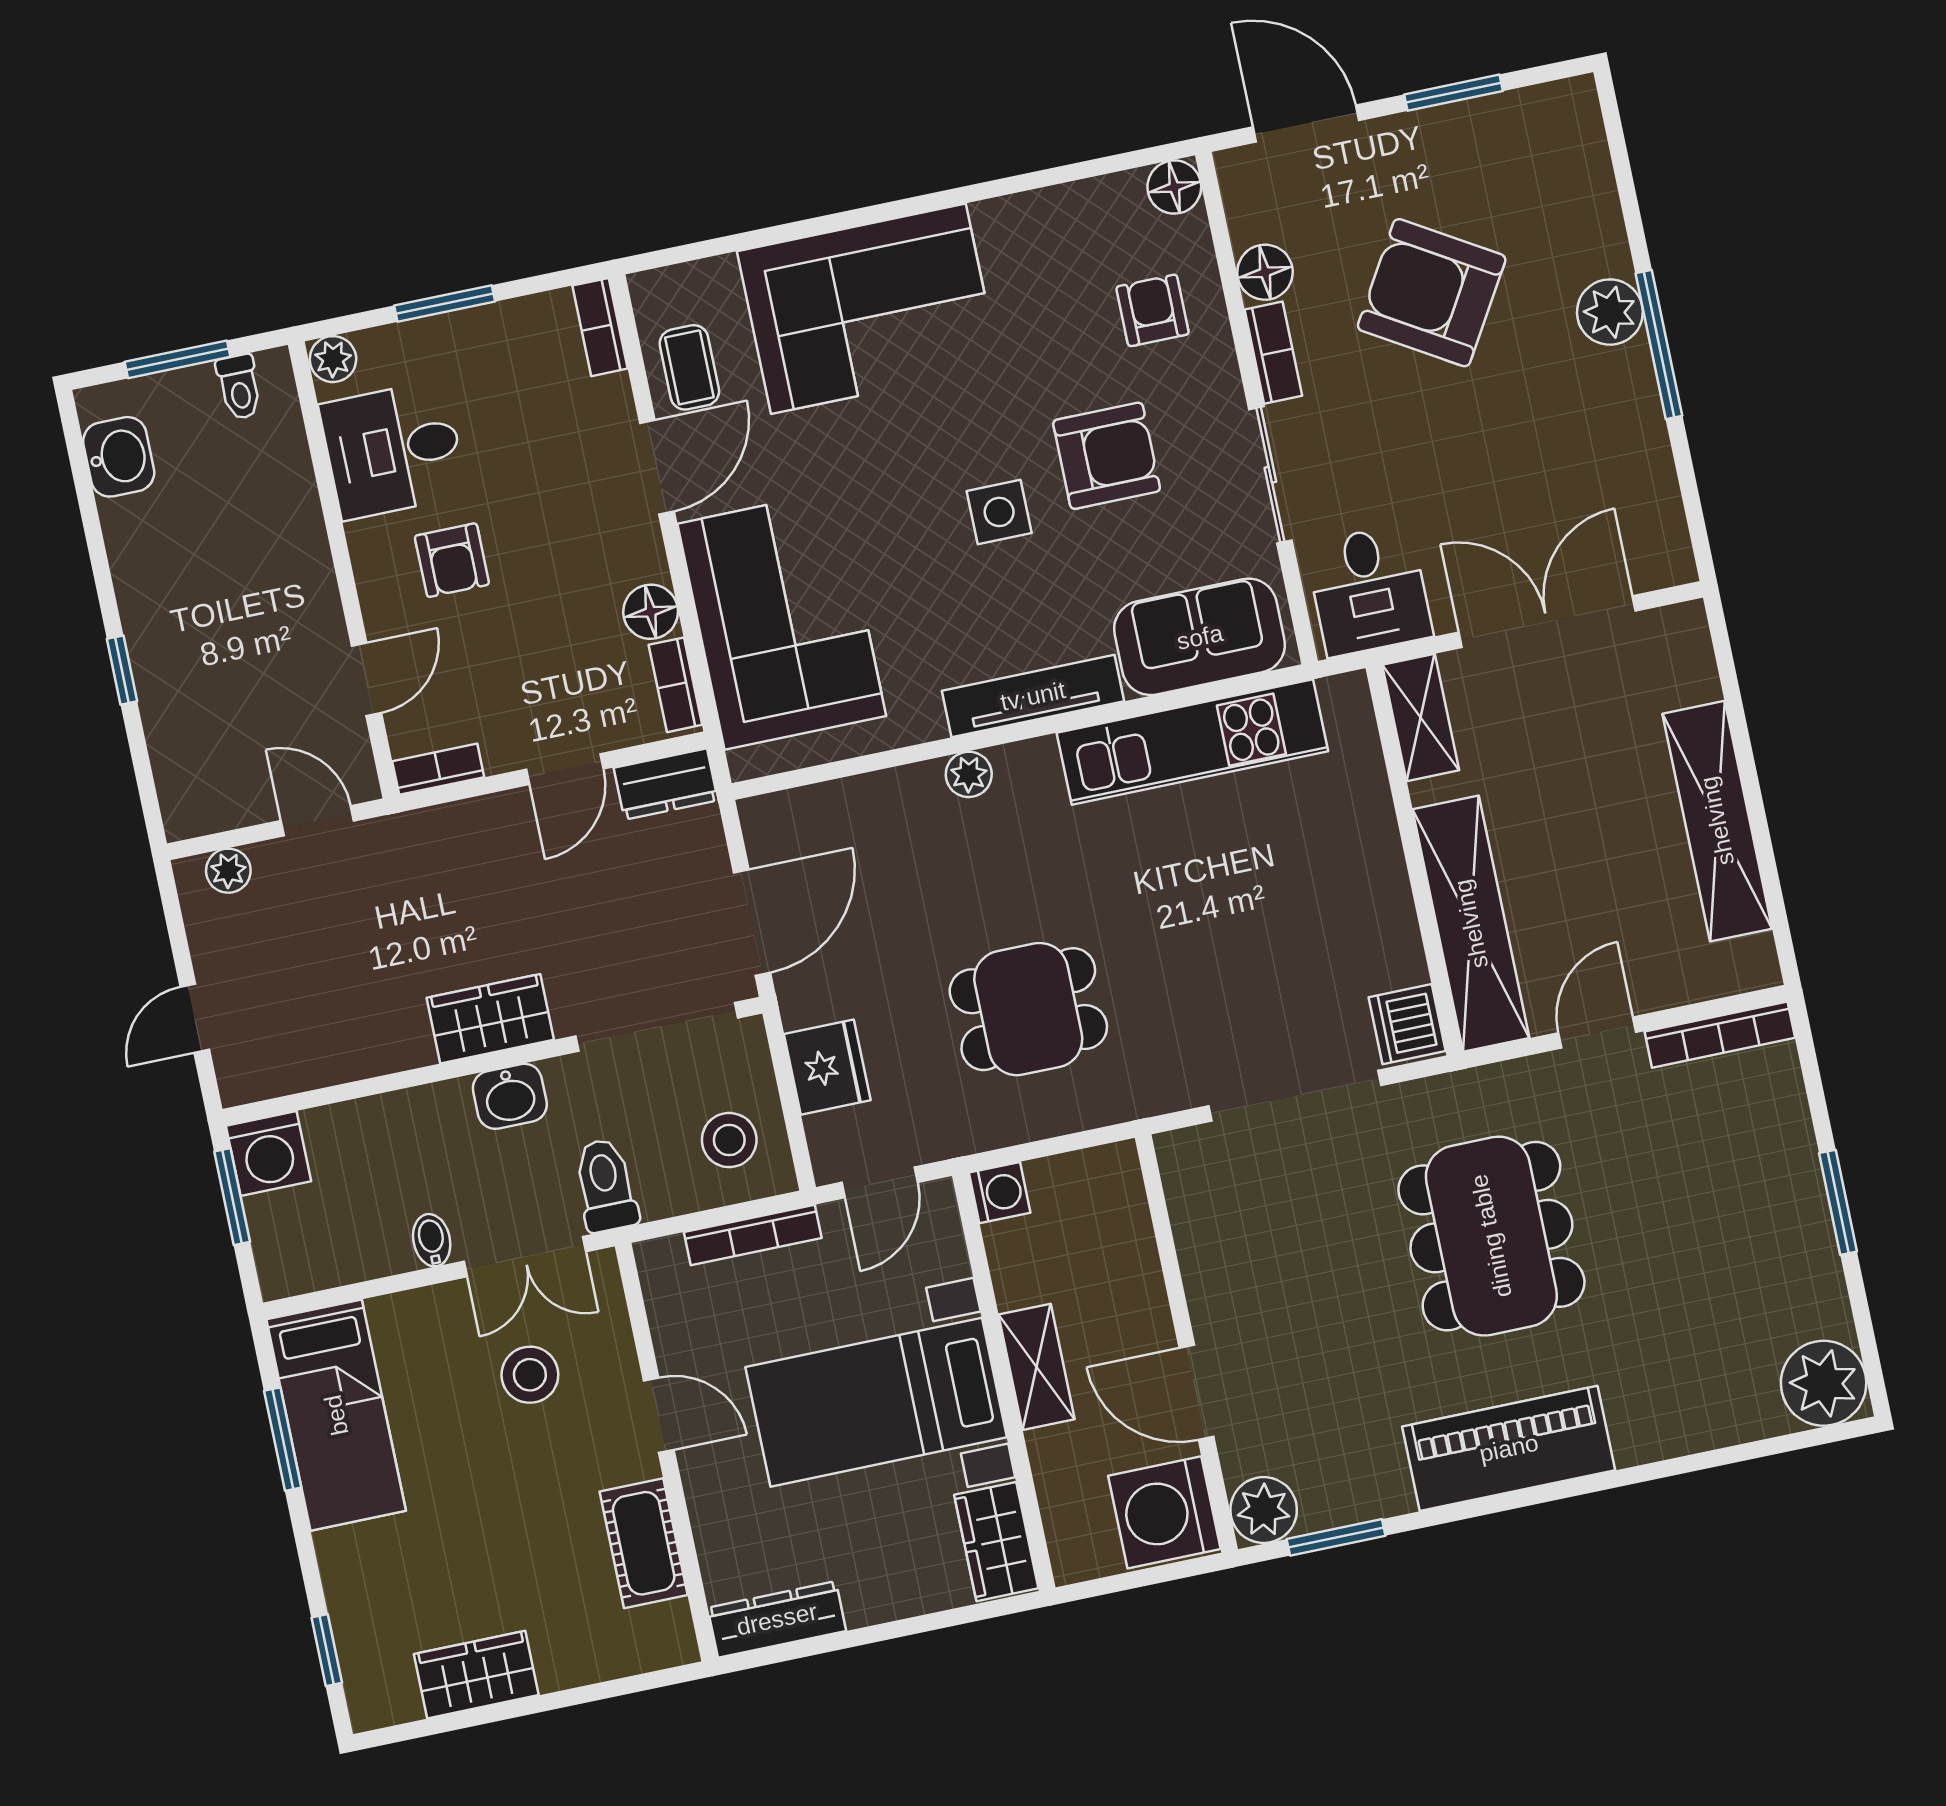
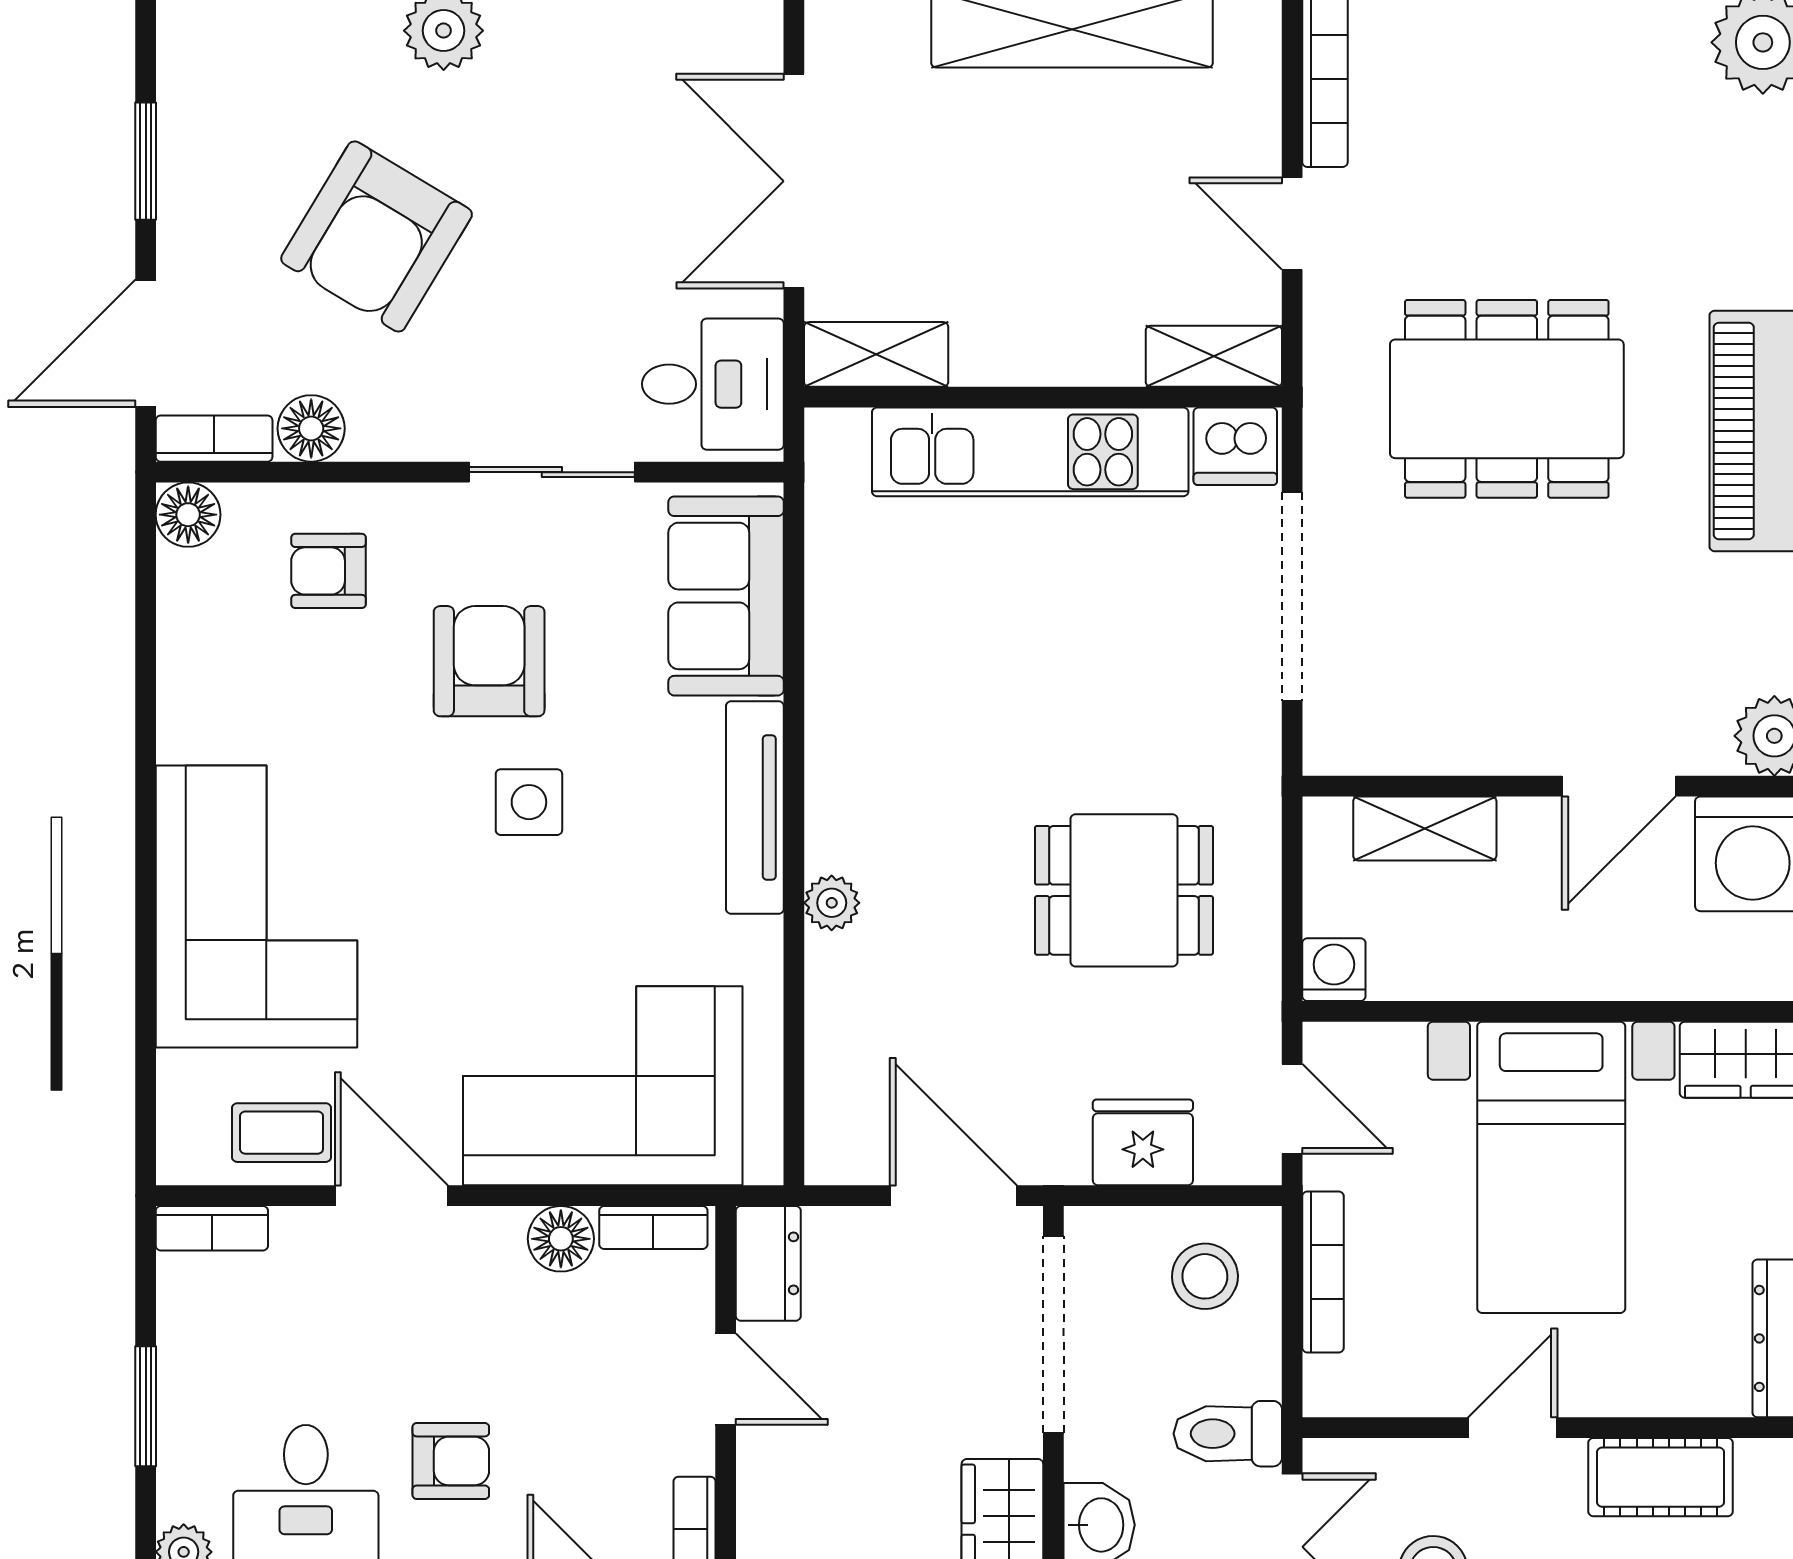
bookcase: (1273, 353) -> (214, 439), moved
kitchen unit: (1192, 742) -> (1030, 452), moved, turned 90
shelving: (1471, 924) -> (1214, 356), width x0.45, depth x0.75
dining table: (1028, 1009) -> (1124, 890), turned 90
shelving: (1037, 1367) -> (1425, 828), moved

